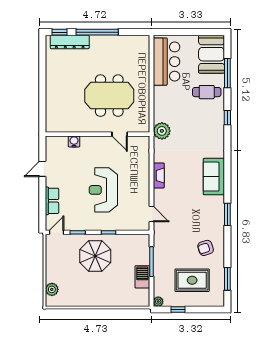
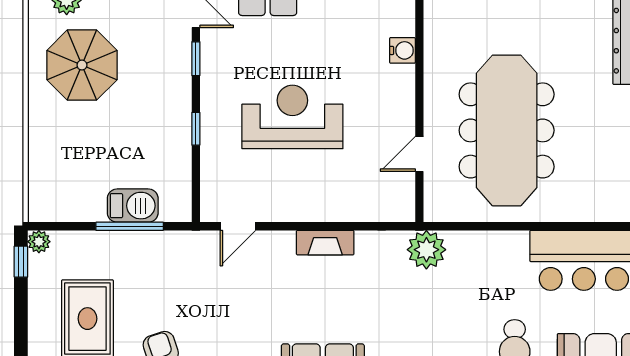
meeting table: (109, 96) -> (507, 130), width x1.36
parasol: (95, 256) -> (82, 65), moved
barbecue: (142, 277) -> (133, 206), moved
window: (178, 310) -> (21, 262), moved

